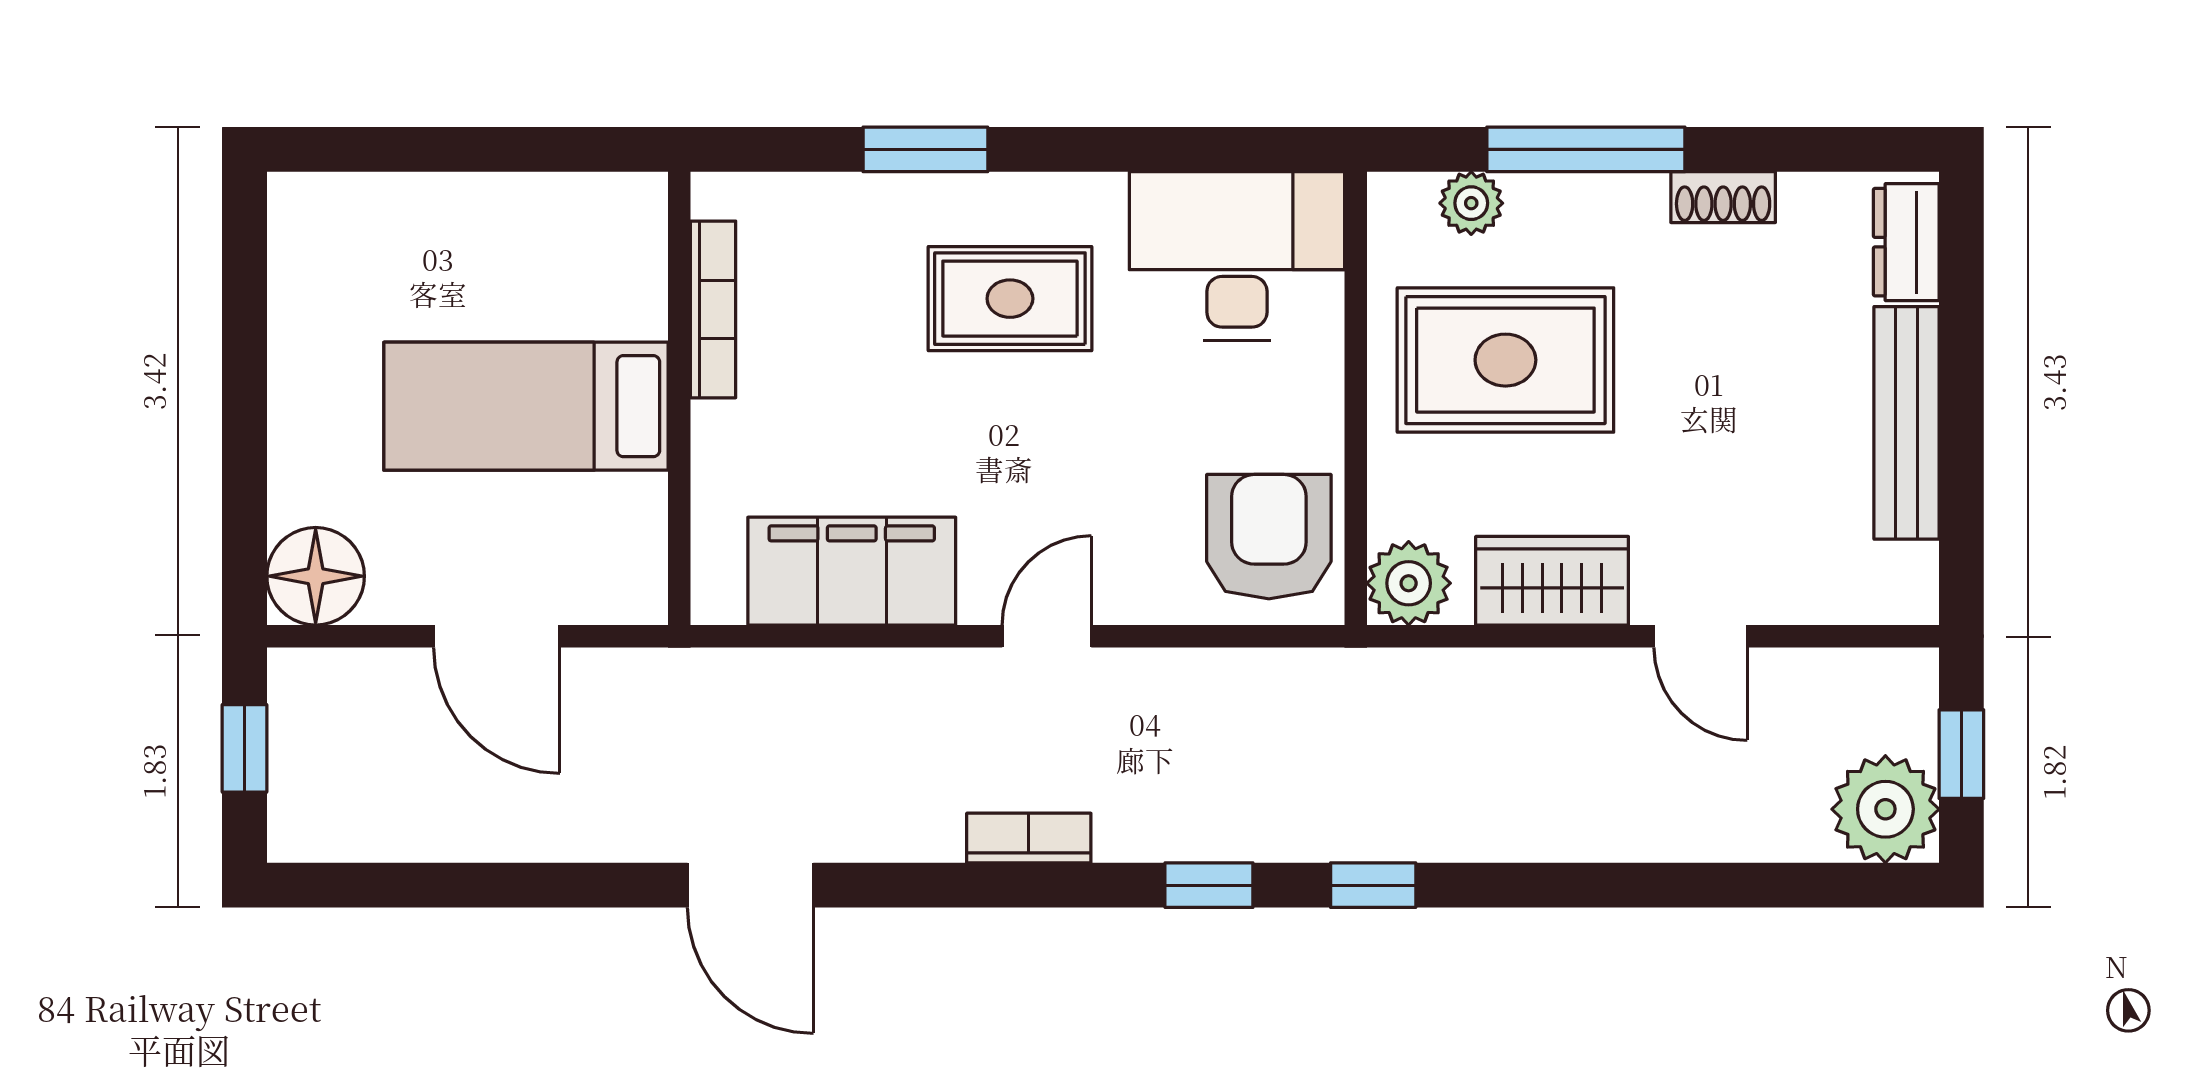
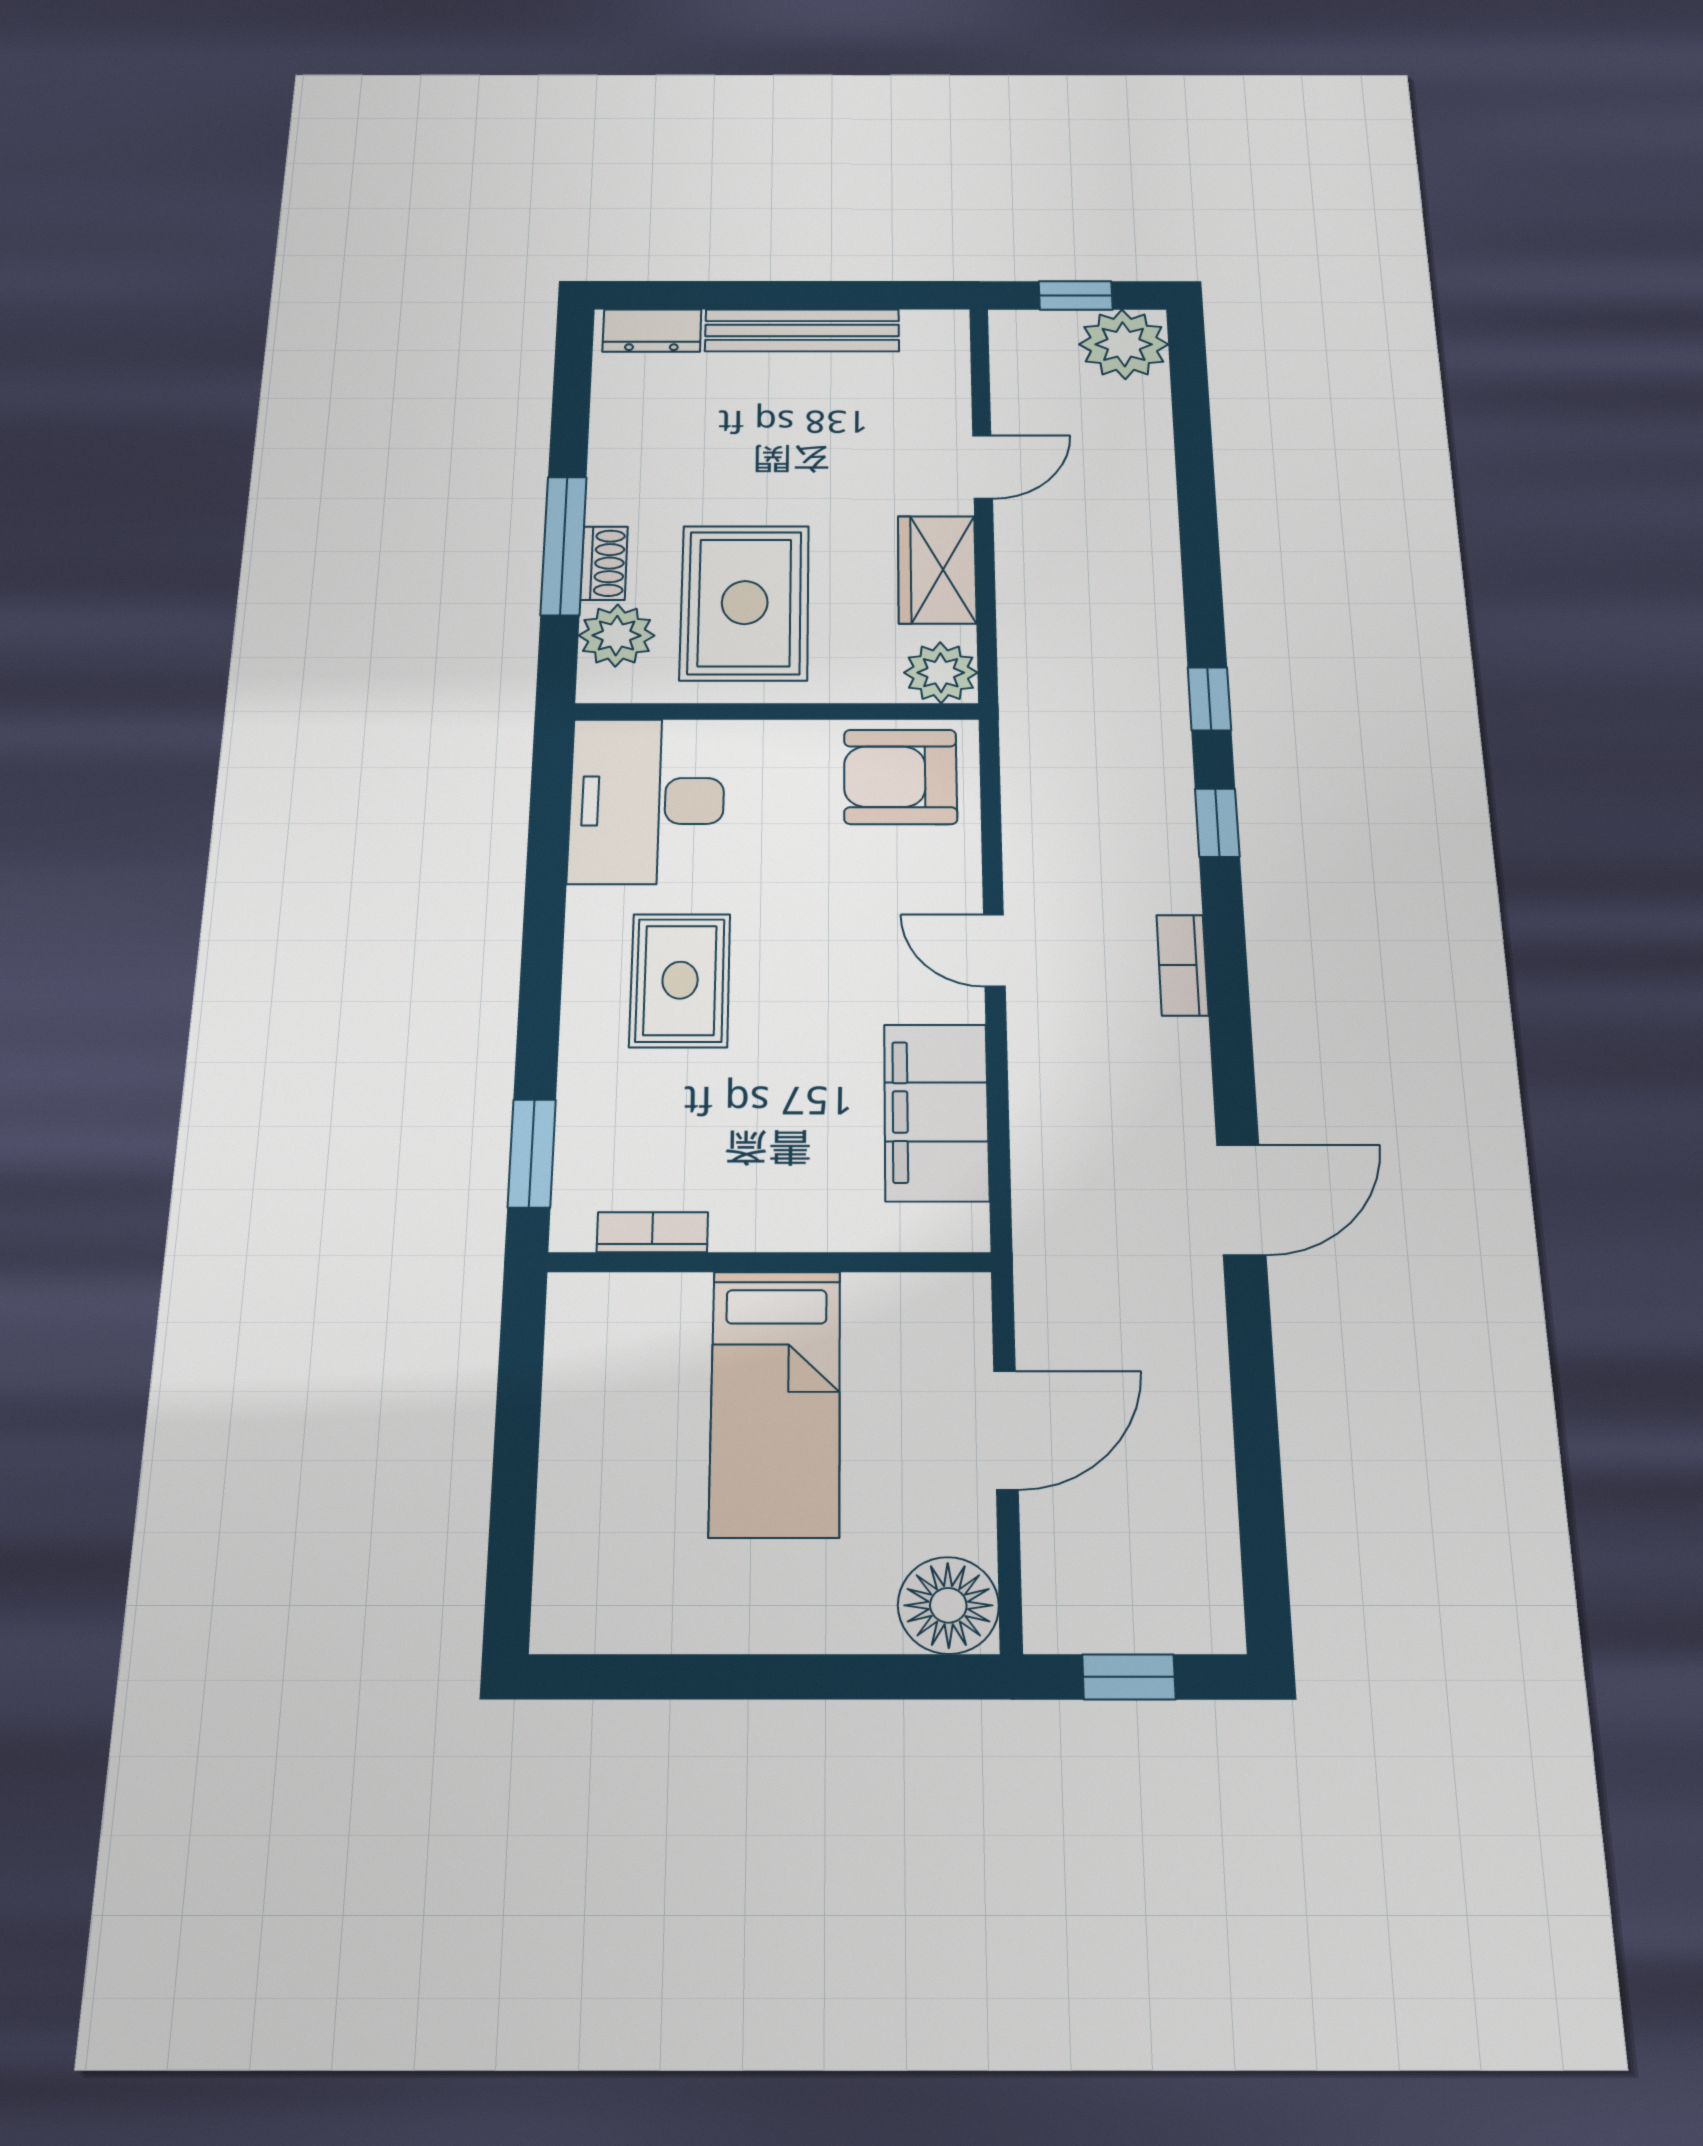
window: (925, 149) -> (532, 1153), moved
shoe rack: (1723, 197) -> (604, 563), moved
plant: (1471, 203) -> (617, 636), width x1.38, depth x1.38
bookcase: (713, 309) -> (652, 1232), width x0.64

